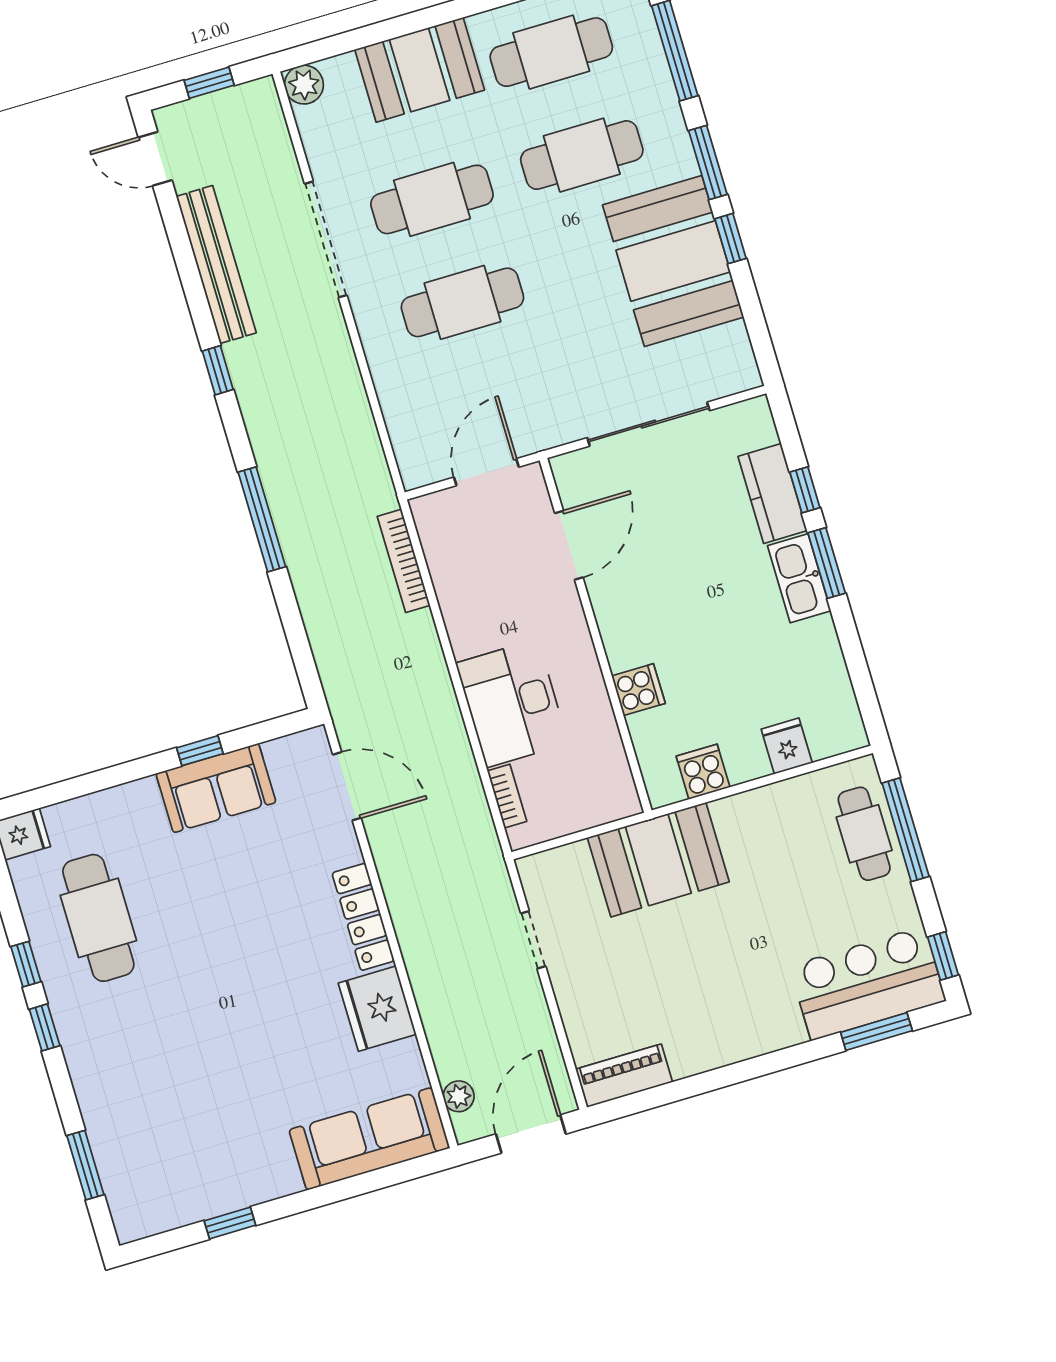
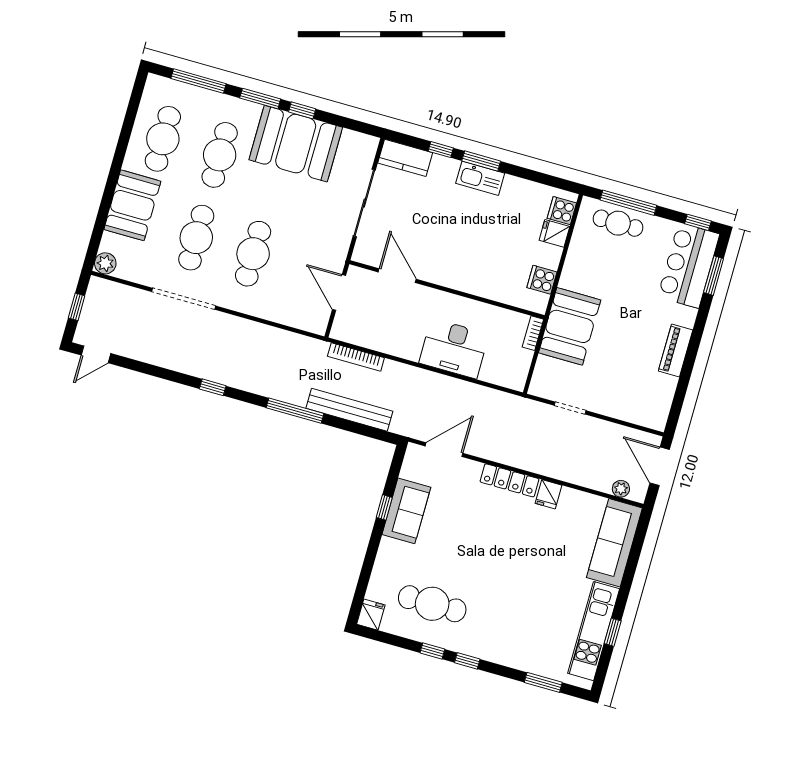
bench: (216, 265) -> (349, 410), moved
kitchen counter: (772, 494) -> (405, 158), moved
cooker: (638, 690) -> (562, 211), moved, turned -90
bookcase: (507, 796) -> (533, 333), moved, turned -90
fridge: (377, 1009) -> (549, 494), width x0.53, depth x0.75
piano: (624, 1076) -> (676, 350), moved
kitchen unit: (213, 1193) -> (594, 631), added

